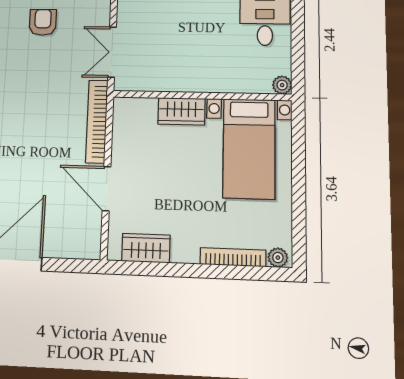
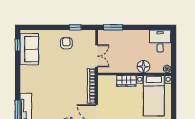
double door: (112, 52) -> (97, 56), swing flipped
floor lamp: (224, 79) -> (143, 67), added

